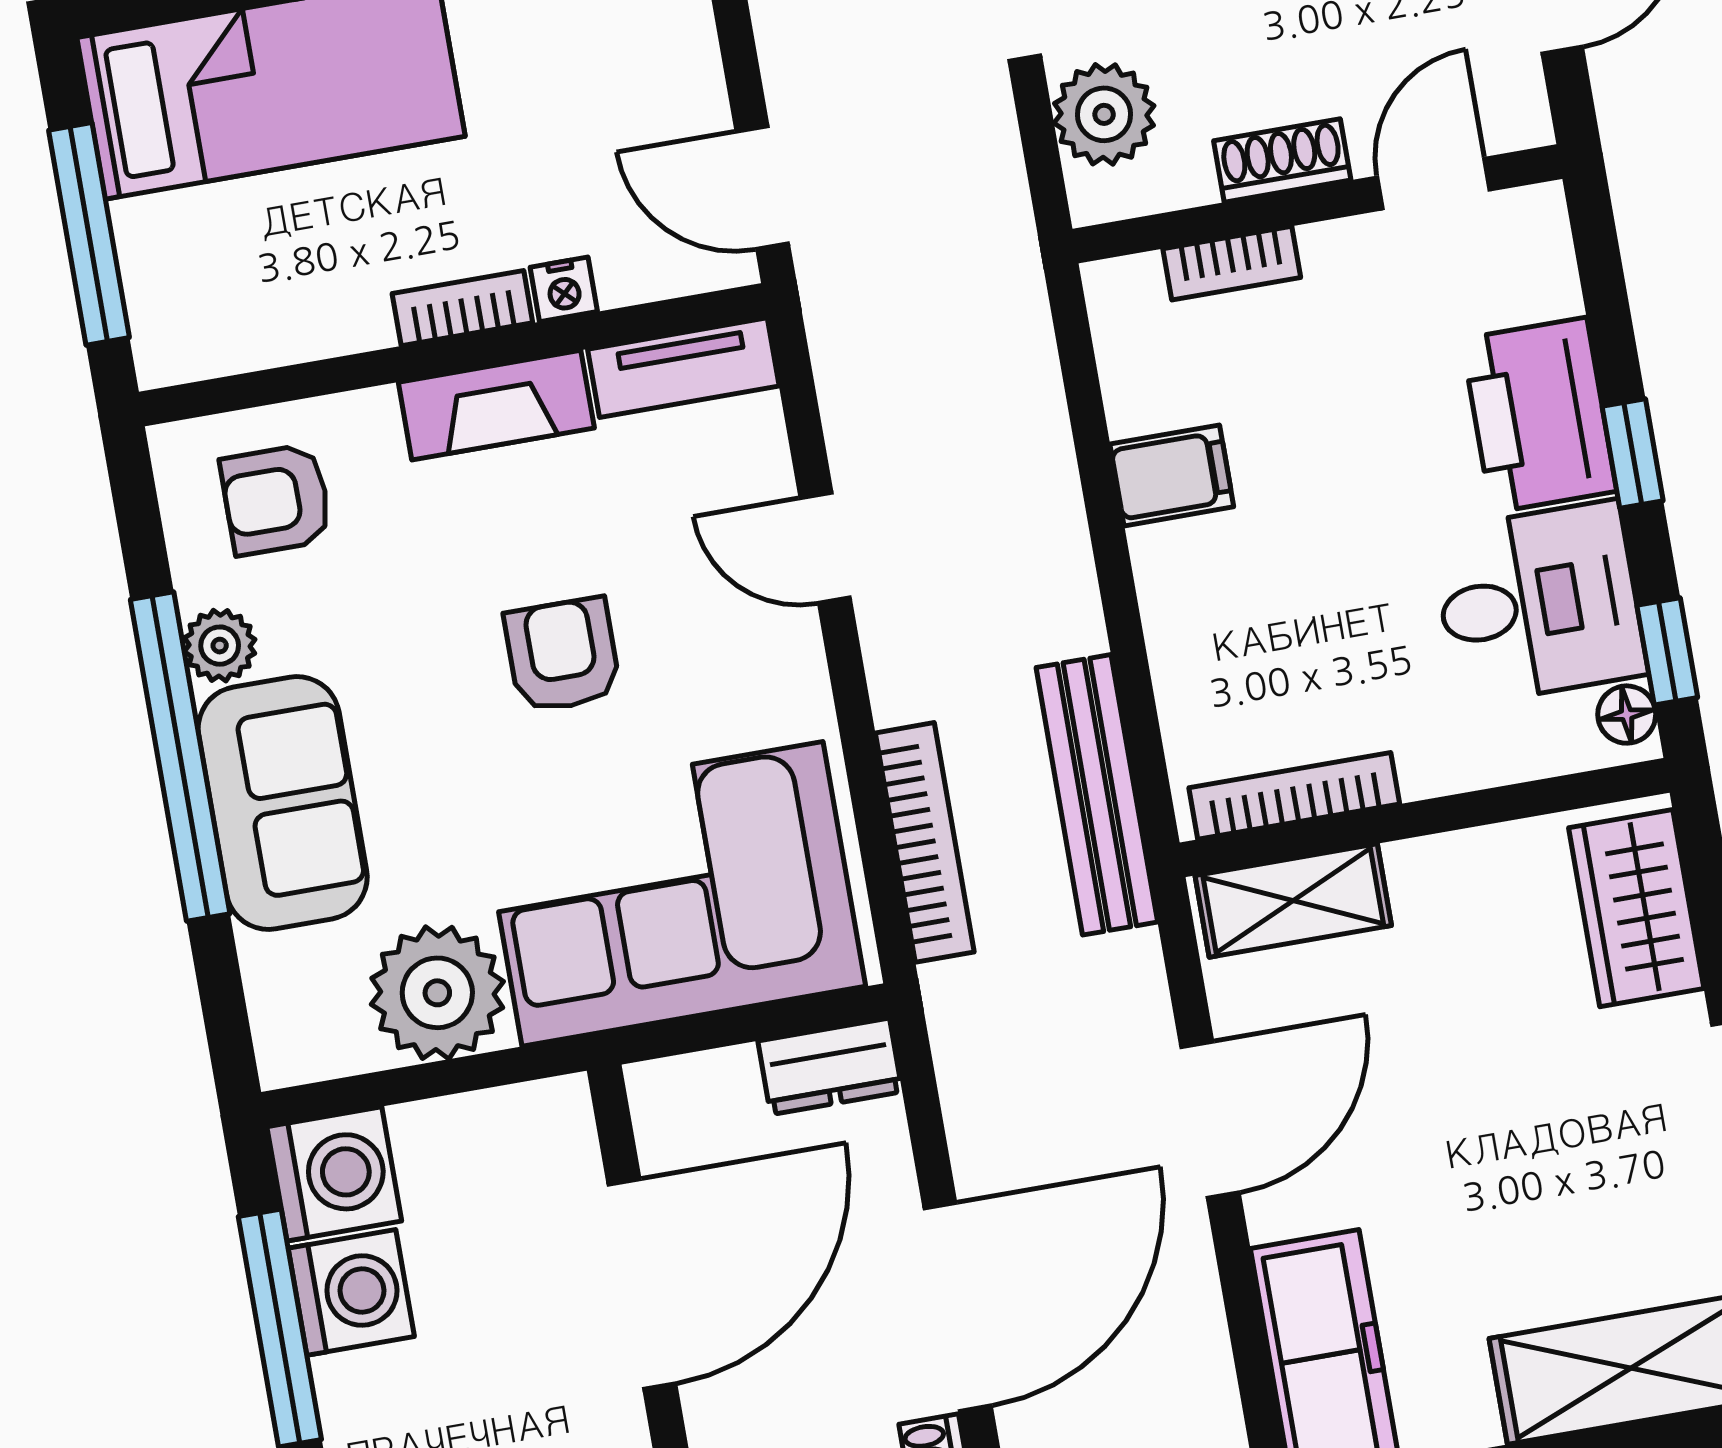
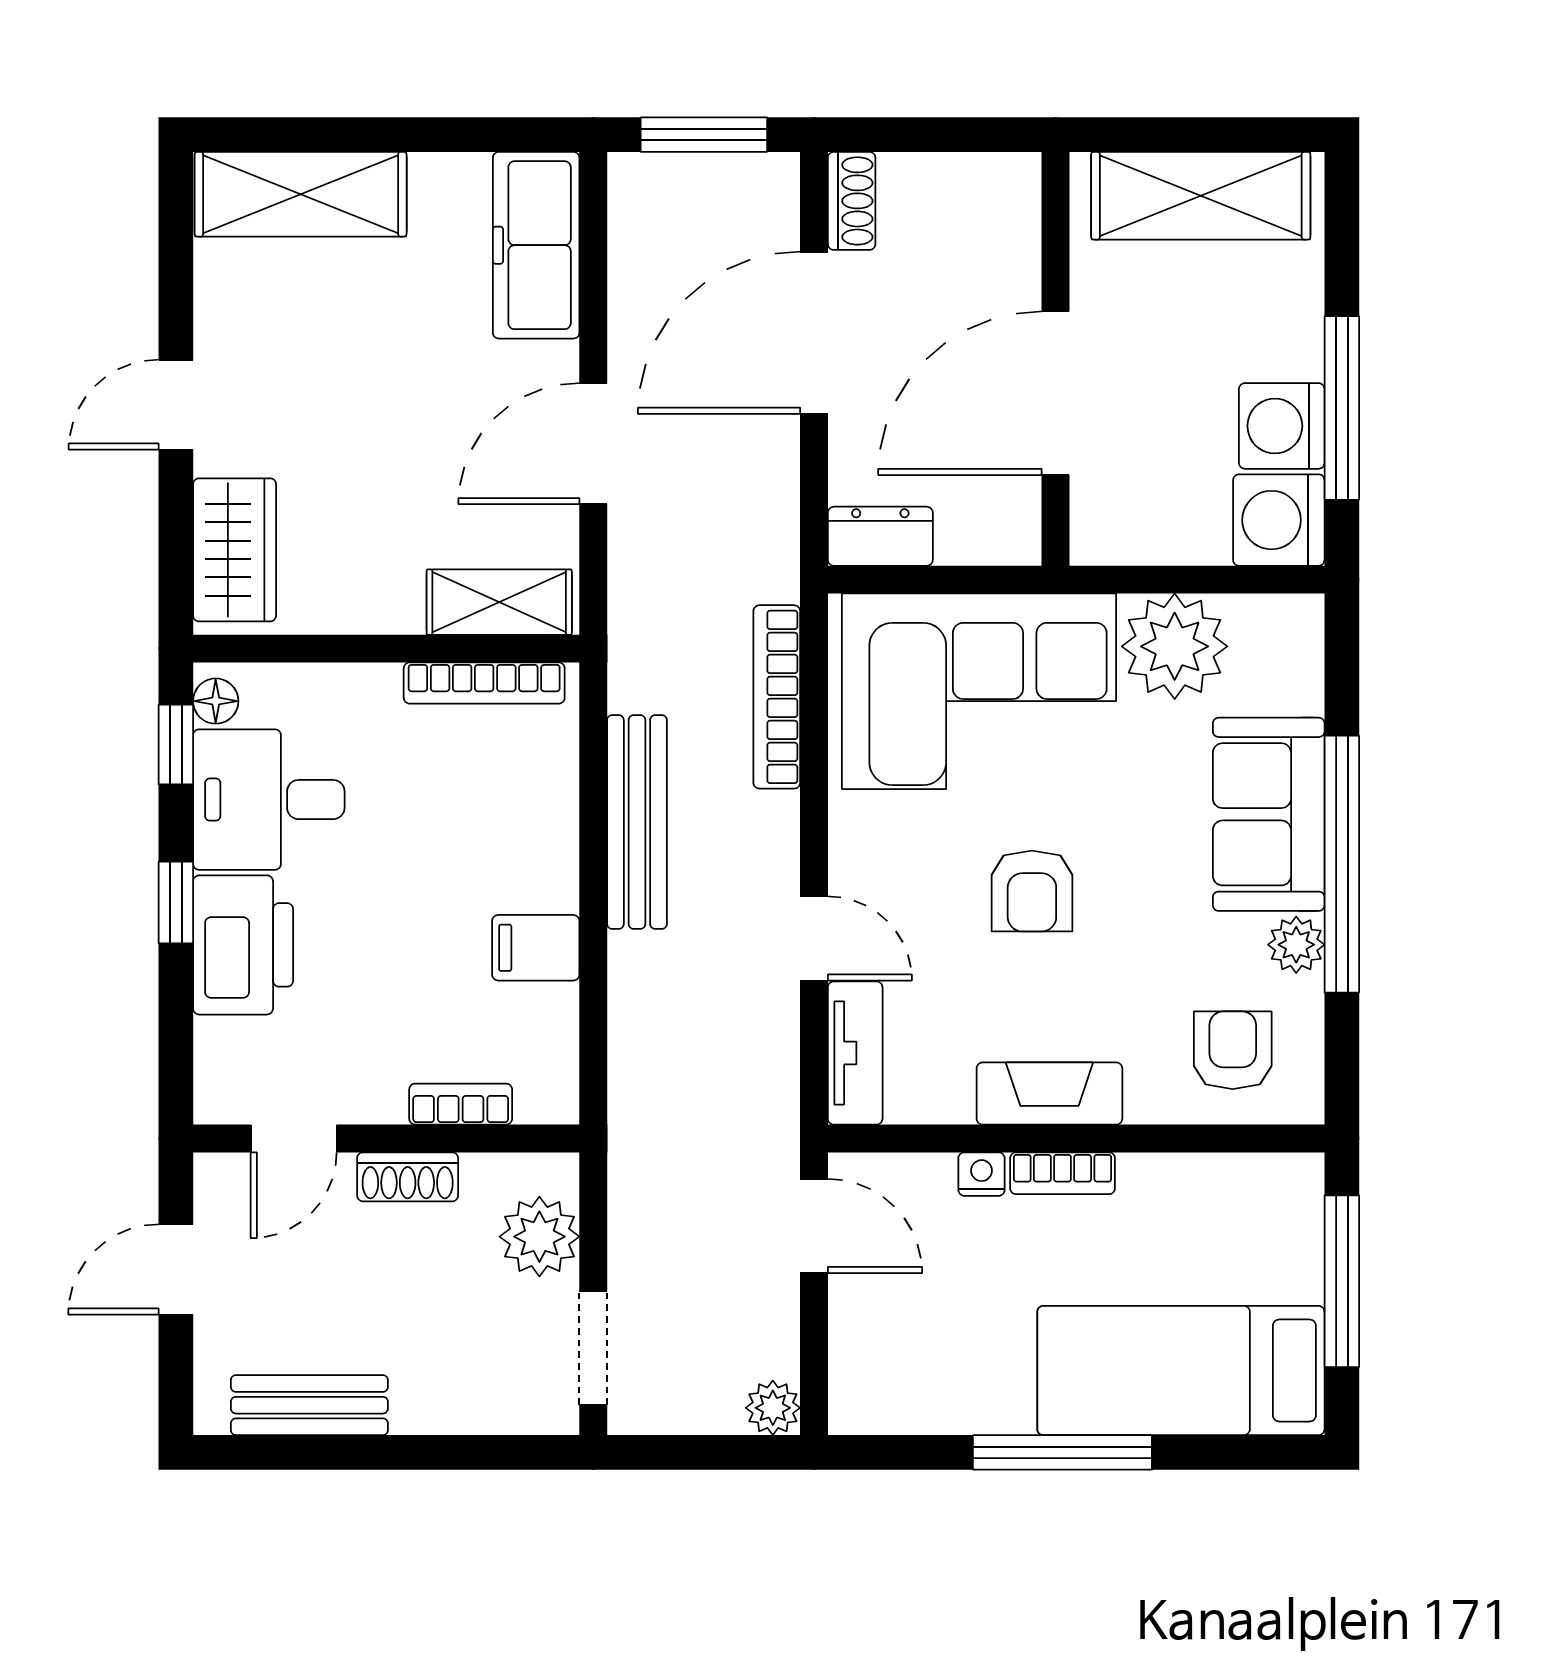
tv unit: (683, 368) -> (855, 1053), moved, turned 90
armchair: (276, 499) -> (1233, 1050), turned -90
bench: (1097, 795) -> (637, 822), moved

